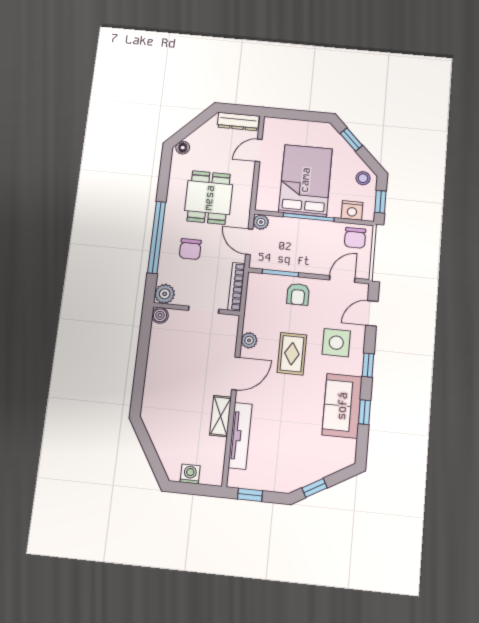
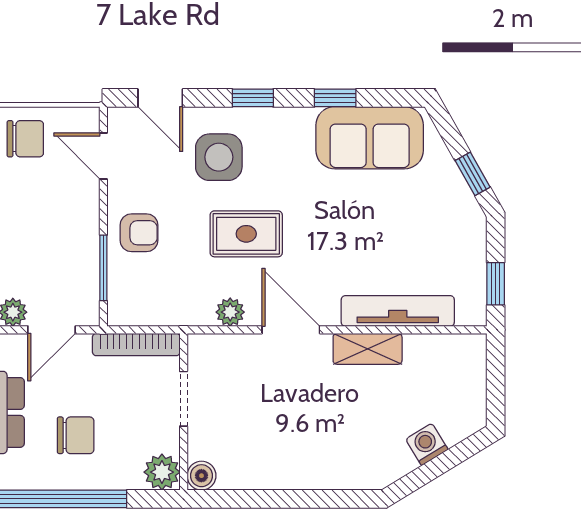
sofa: (342, 406) -> (370, 138), moved
washing machine: (190, 474) -> (427, 444), moved, turned 59

